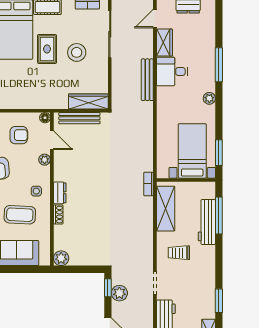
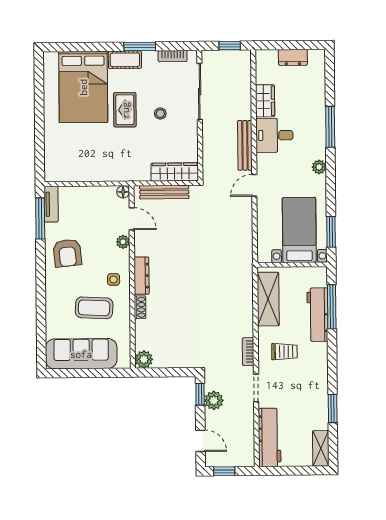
door: (155, 19) -> (254, 185), moved
stool: (77, 52) -> (160, 114), width x0.53, depth x0.53
armchair: (19, 135) -> (92, 213), removed
bookcase: (149, 184) -> (248, 352), moved
dresser: (60, 193) -> (142, 276), width x1.44
trolley: (179, 253) -> (284, 352), turned 180

